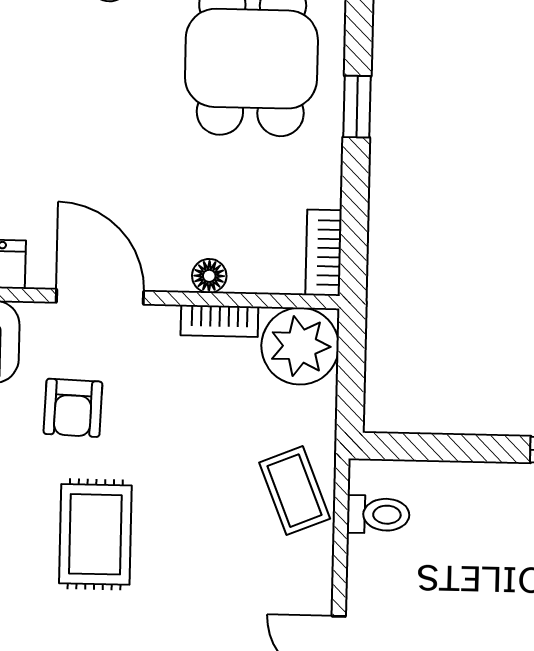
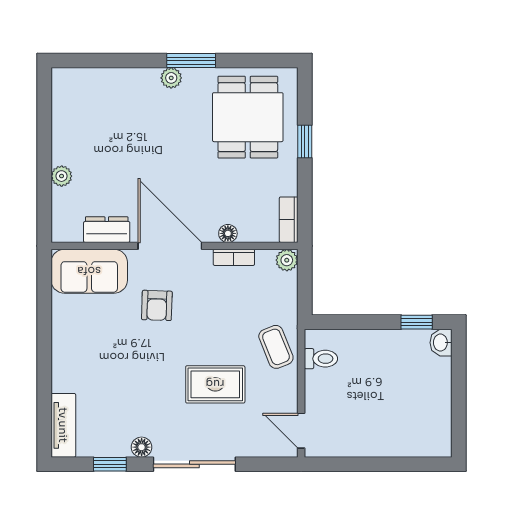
door: (100, 297) -> (170, 246), width x1.36
plant: (300, 346) -> (287, 260), width x0.53, depth x0.53
rug: (95, 534) -> (215, 384), moved, turned 90

